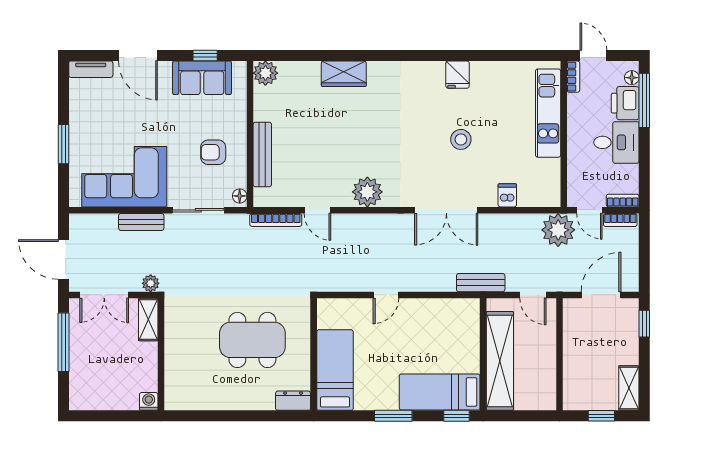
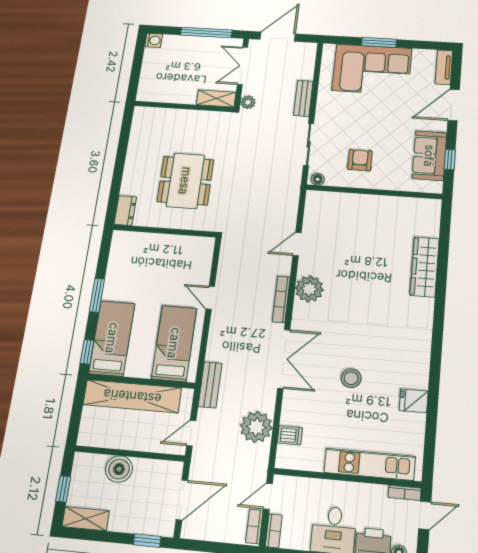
plant: (265, 73) -> (430, 209), removed
wardrobe: (344, 74) -> (425, 267), width x1.50
fridge: (458, 75) -> (414, 401), moved
bench: (262, 154) -> (354, 201), removed
corner sofa: (124, 177) -> (372, 69), moved, turned 90
dishwasher: (507, 195) -> (290, 435), moved
double door: (446, 210) -> (284, 359), swing flipped
bookcase: (276, 220) -> (281, 299), moved
plant: (558, 230) -> (256, 427), moved
door: (601, 295) -> (182, 500), hinge flipped
boiler: (576, 363) -> (119, 469), added
bed: (335, 370) -> (174, 343), moved, turned -90
washing machine: (149, 401) -> (154, 40), moved

